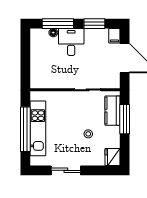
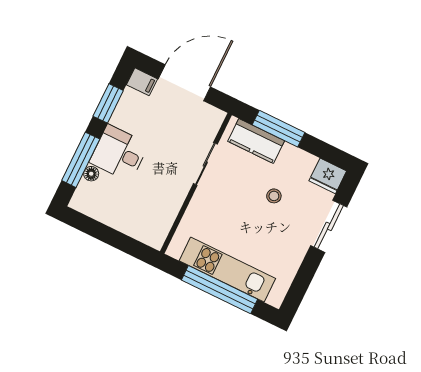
sliding door: (66, 170) -> (329, 226), moved

